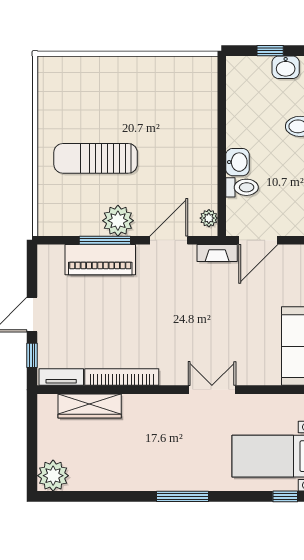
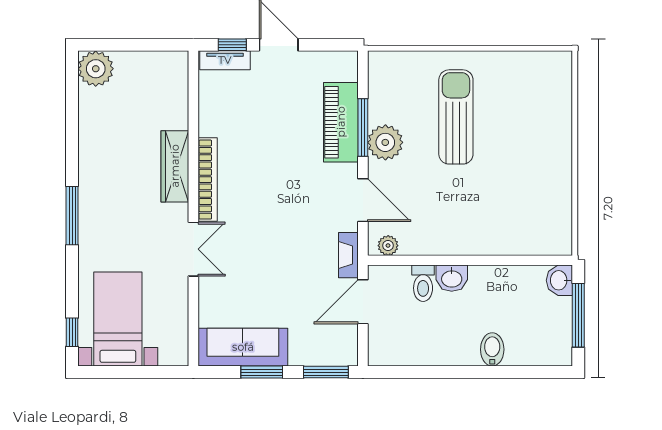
window: (270, 51) -> (578, 315), width x2.17
washbasin: (286, 67) -> (559, 280), moved
door: (258, 240) -> (363, 302), hinge flipped
tv unit: (61, 377) -> (225, 60), moved, turned 90
bookcase: (122, 377) -> (208, 180), moved
wardrobe: (90, 406) -> (175, 166), moved

